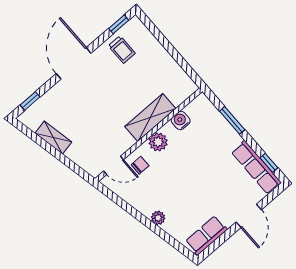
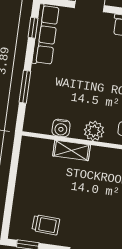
trolley: (122, 50) -> (46, 225), turned 93
shelving: (150, 118) -> (72, 150), width x0.67, depth x0.75

